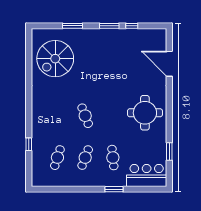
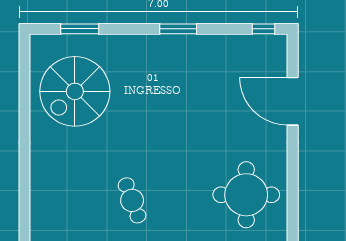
window: (72, 26) -> (80, 29), moved
window: (132, 26) -> (263, 29), moved

